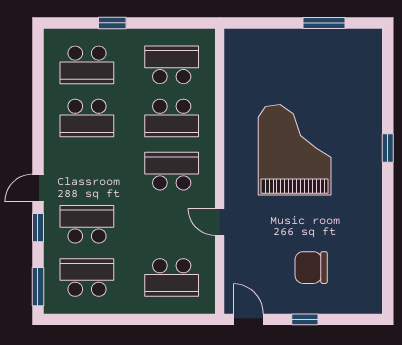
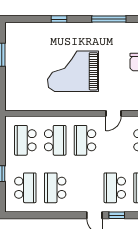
school desk: (87, 118) -> (55, 188), turned 180
window: (388, 148) -> (59, 19), moved
window: (388, 214) -> (109, 19), added

